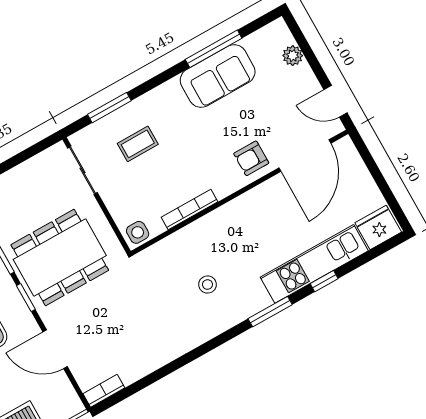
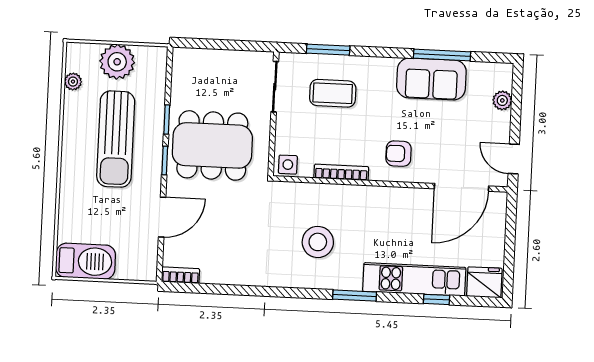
coffee table: (138, 144) -> (333, 93), width x1.36, depth x1.30
armchair: (251, 158) -> (399, 154), moved
window: (324, 281) -> (437, 299), moved
stool: (207, 285) -> (318, 242), width x1.89, depth x1.89
door: (55, 349) -> (162, 217), swing flipped

